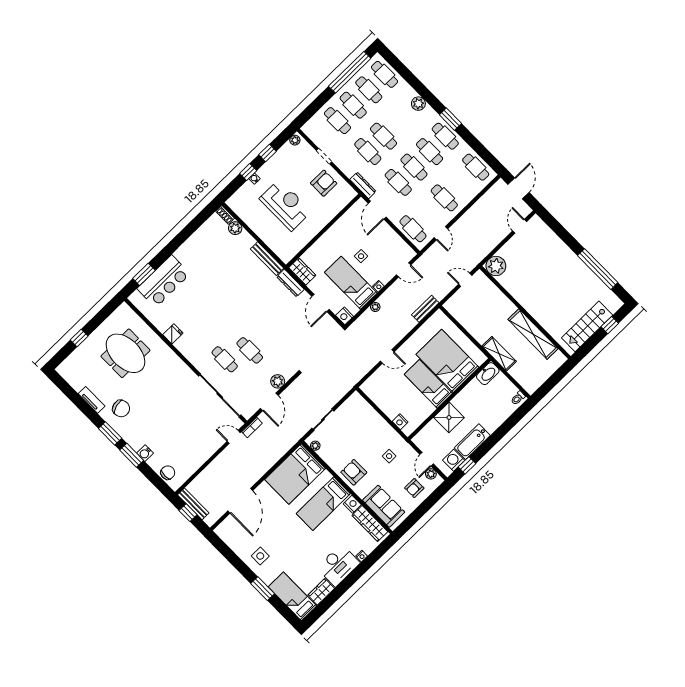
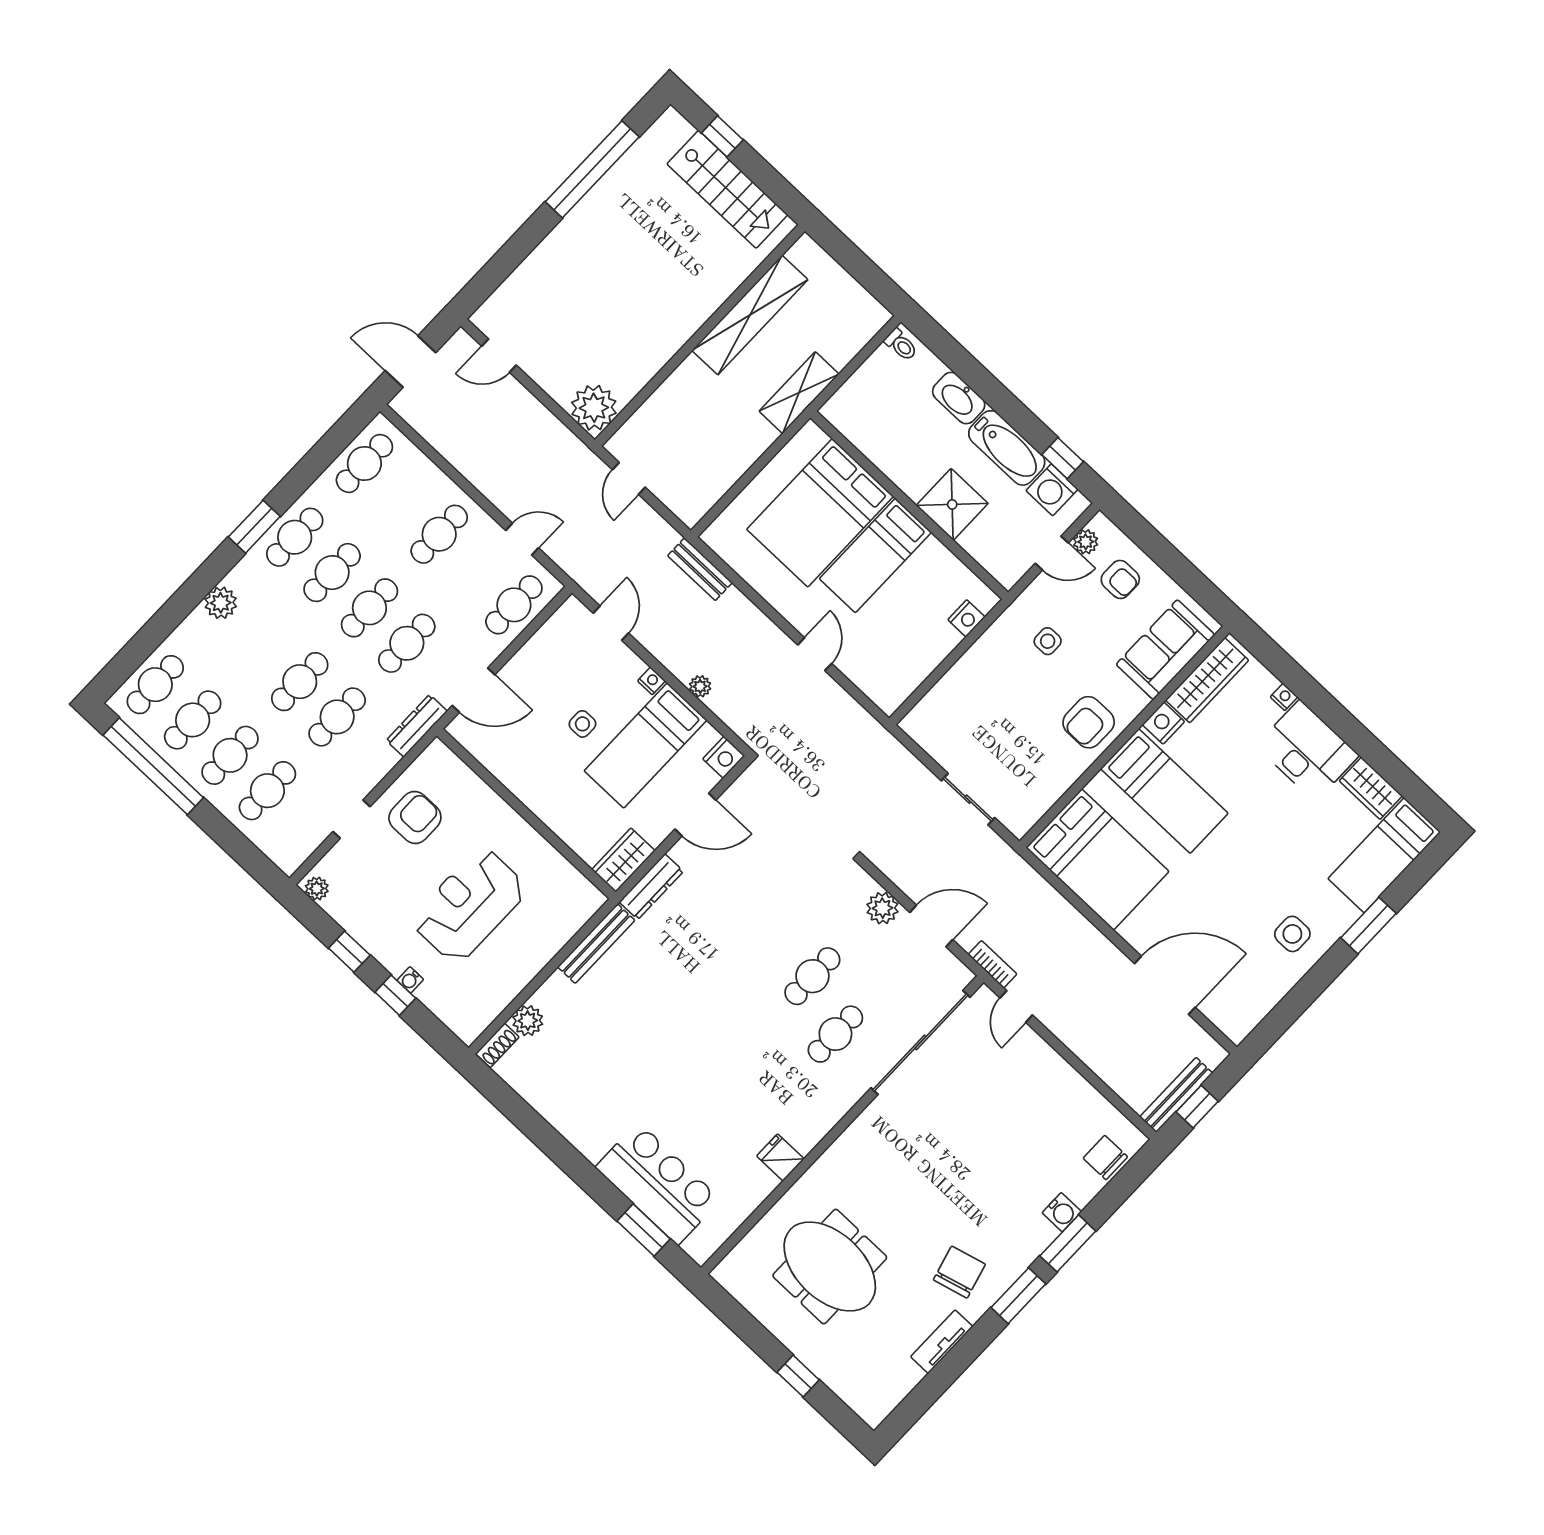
armchair: (324, 183) -> (415, 818), turned 90
meeting table: (125, 353) -> (830, 1267), turned 90
washbasin: (488, 374) -> (959, 398), moved, turned 180
plant: (315, 446) -> (1030, 815), removed

